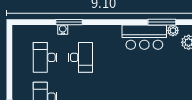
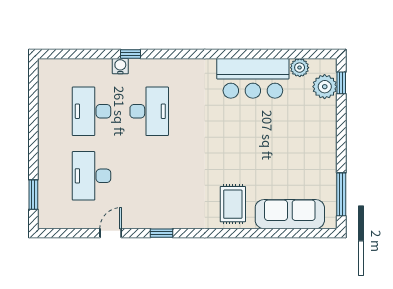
window: (69, 22) -> (130, 54), width x0.46
window: (162, 22) -> (281, 54), removed

